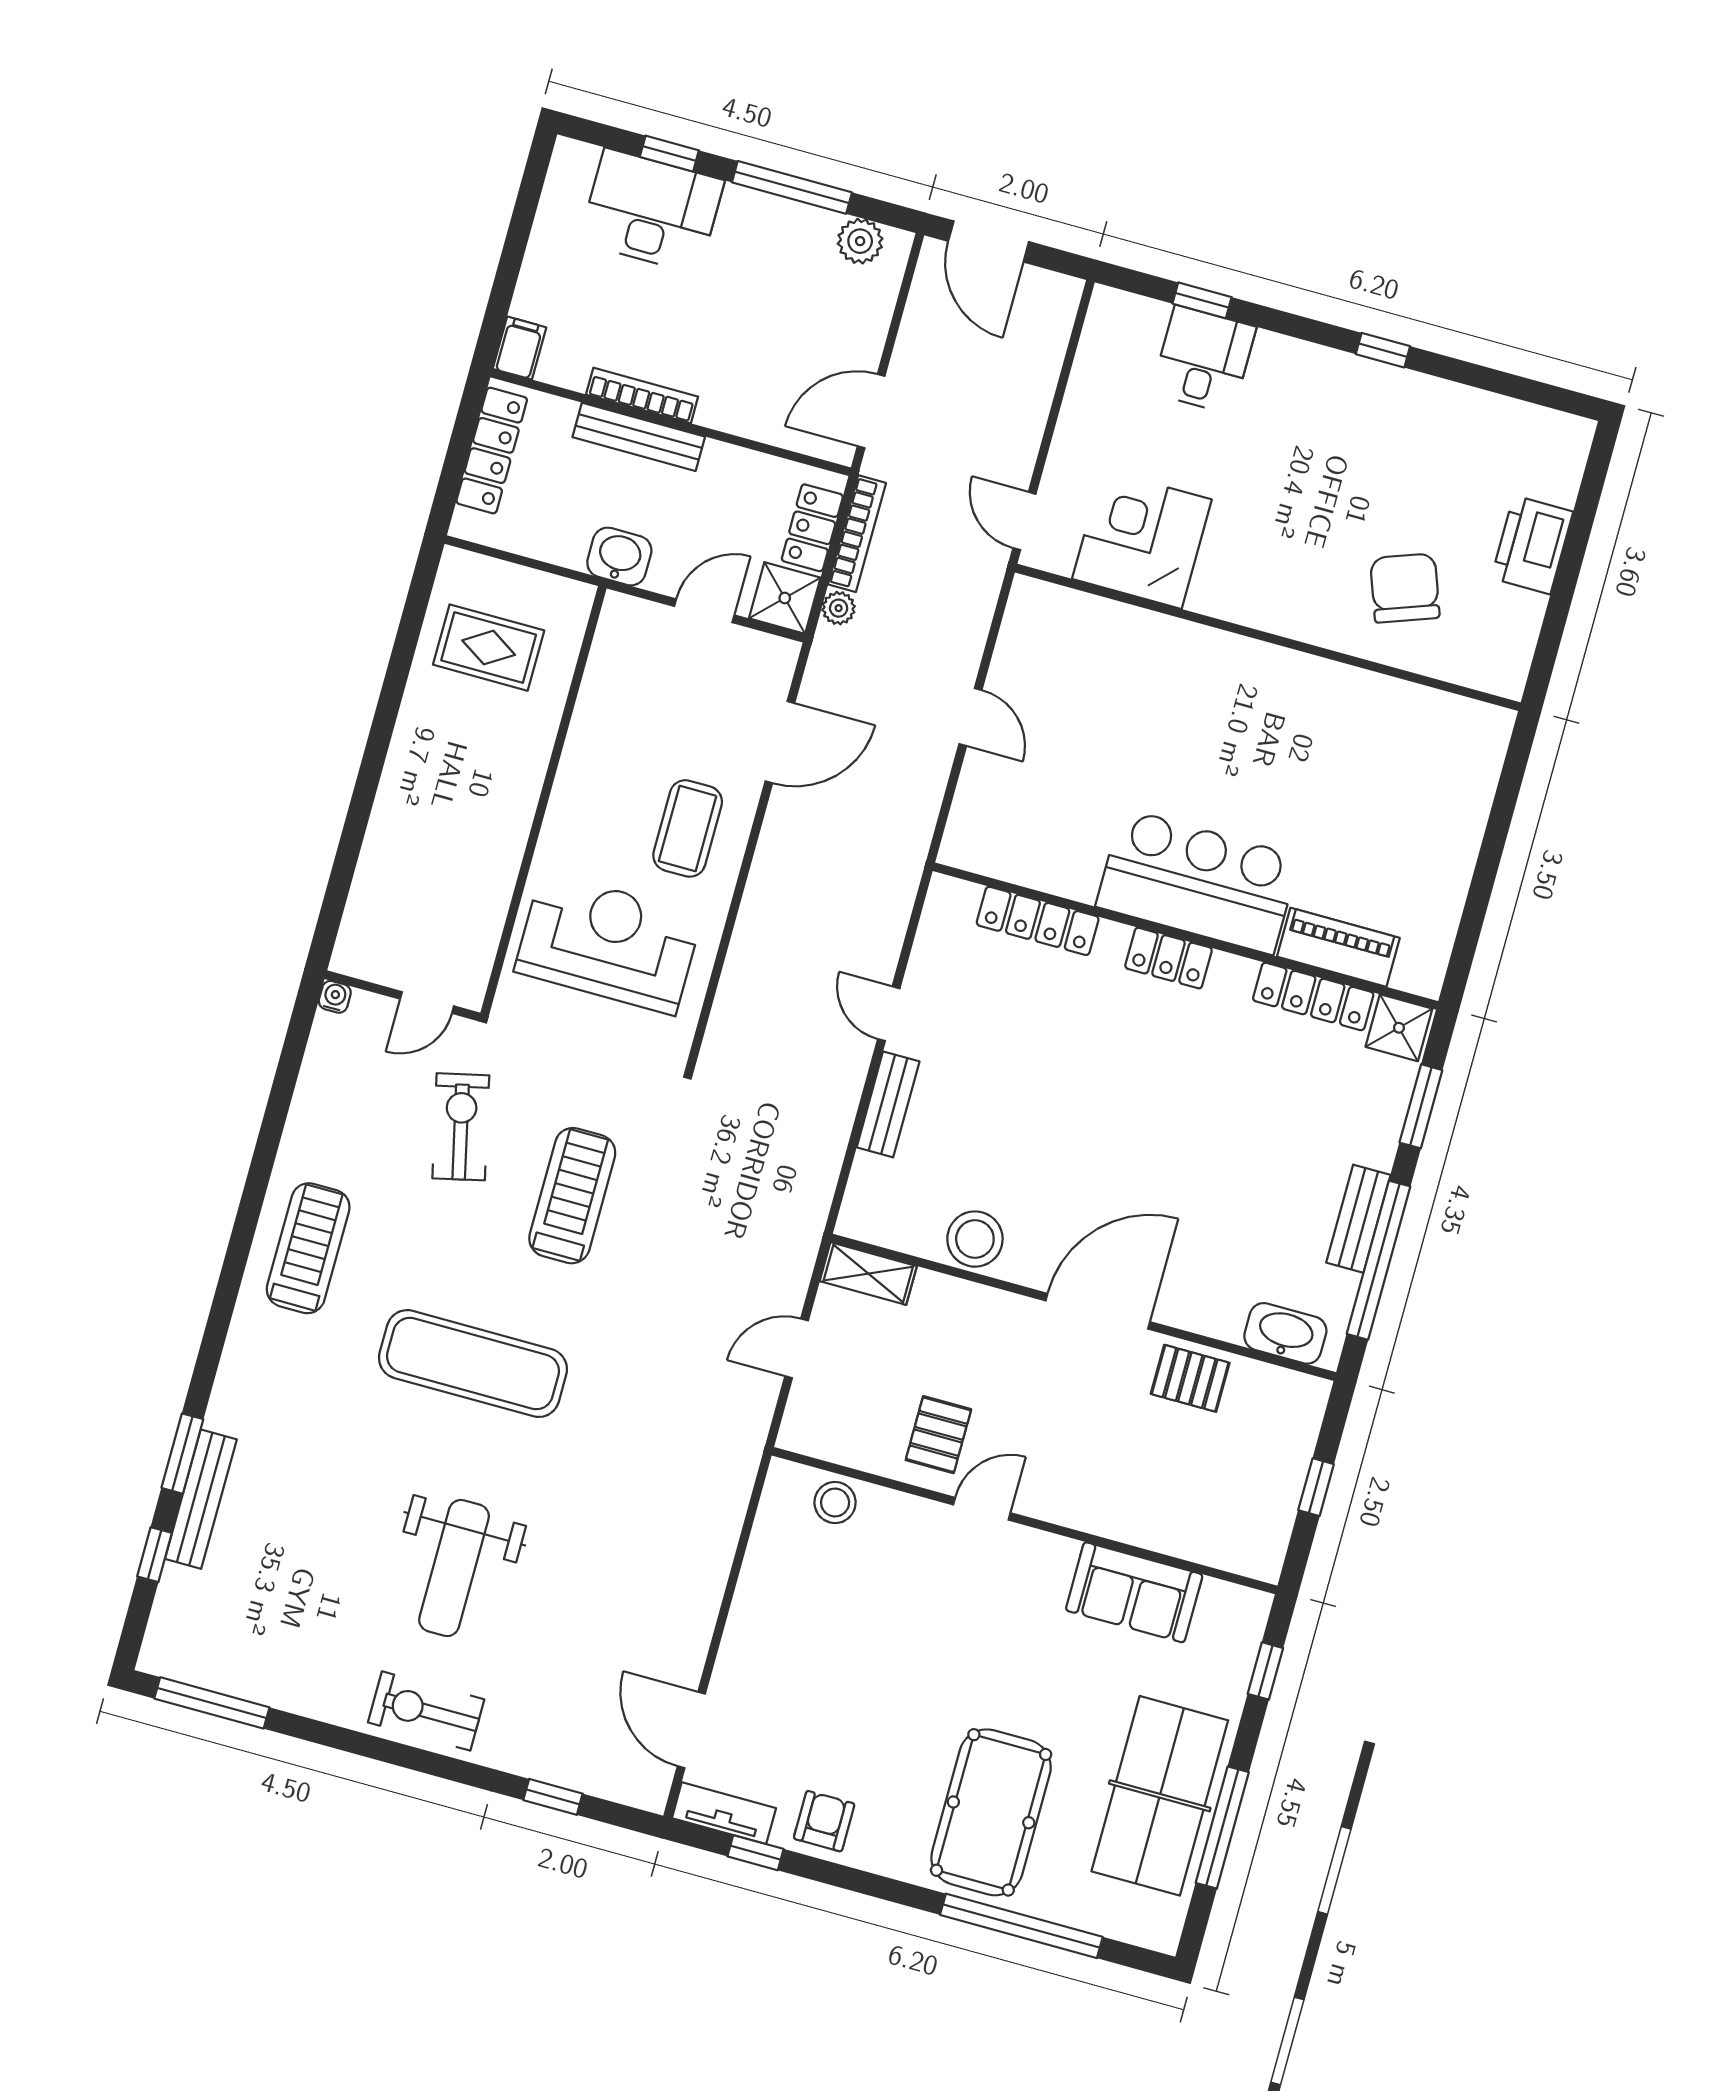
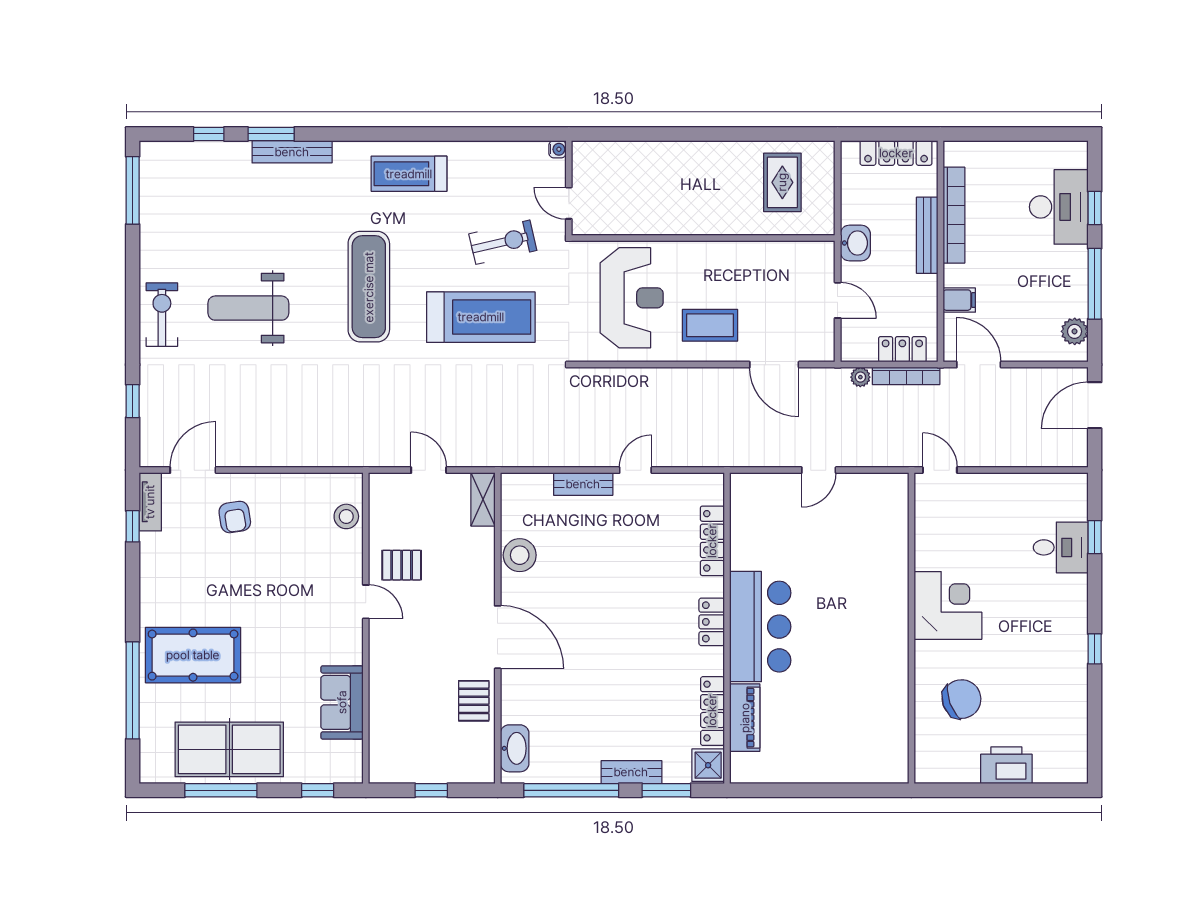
filing cabinet: (519, 348) -> (959, 300), moved
bookcase: (642, 396) -> (954, 215), width x1.48, depth x1.31
door: (1024, 521) -> (940, 470), hinge flipped
corner desk: (1142, 539) -> (948, 605), moved
shower: (785, 598) -> (858, 345), removed
treadmill: (572, 1196) -> (481, 317), width x1.37, depth x1.38
bench: (1358, 1219) -> (631, 772), moved
treadmill: (308, 1248) -> (409, 174), turned 180
bench: (201, 1499) -> (292, 152), moved
armchair: (824, 1821) -> (235, 517), moved, turned 81

